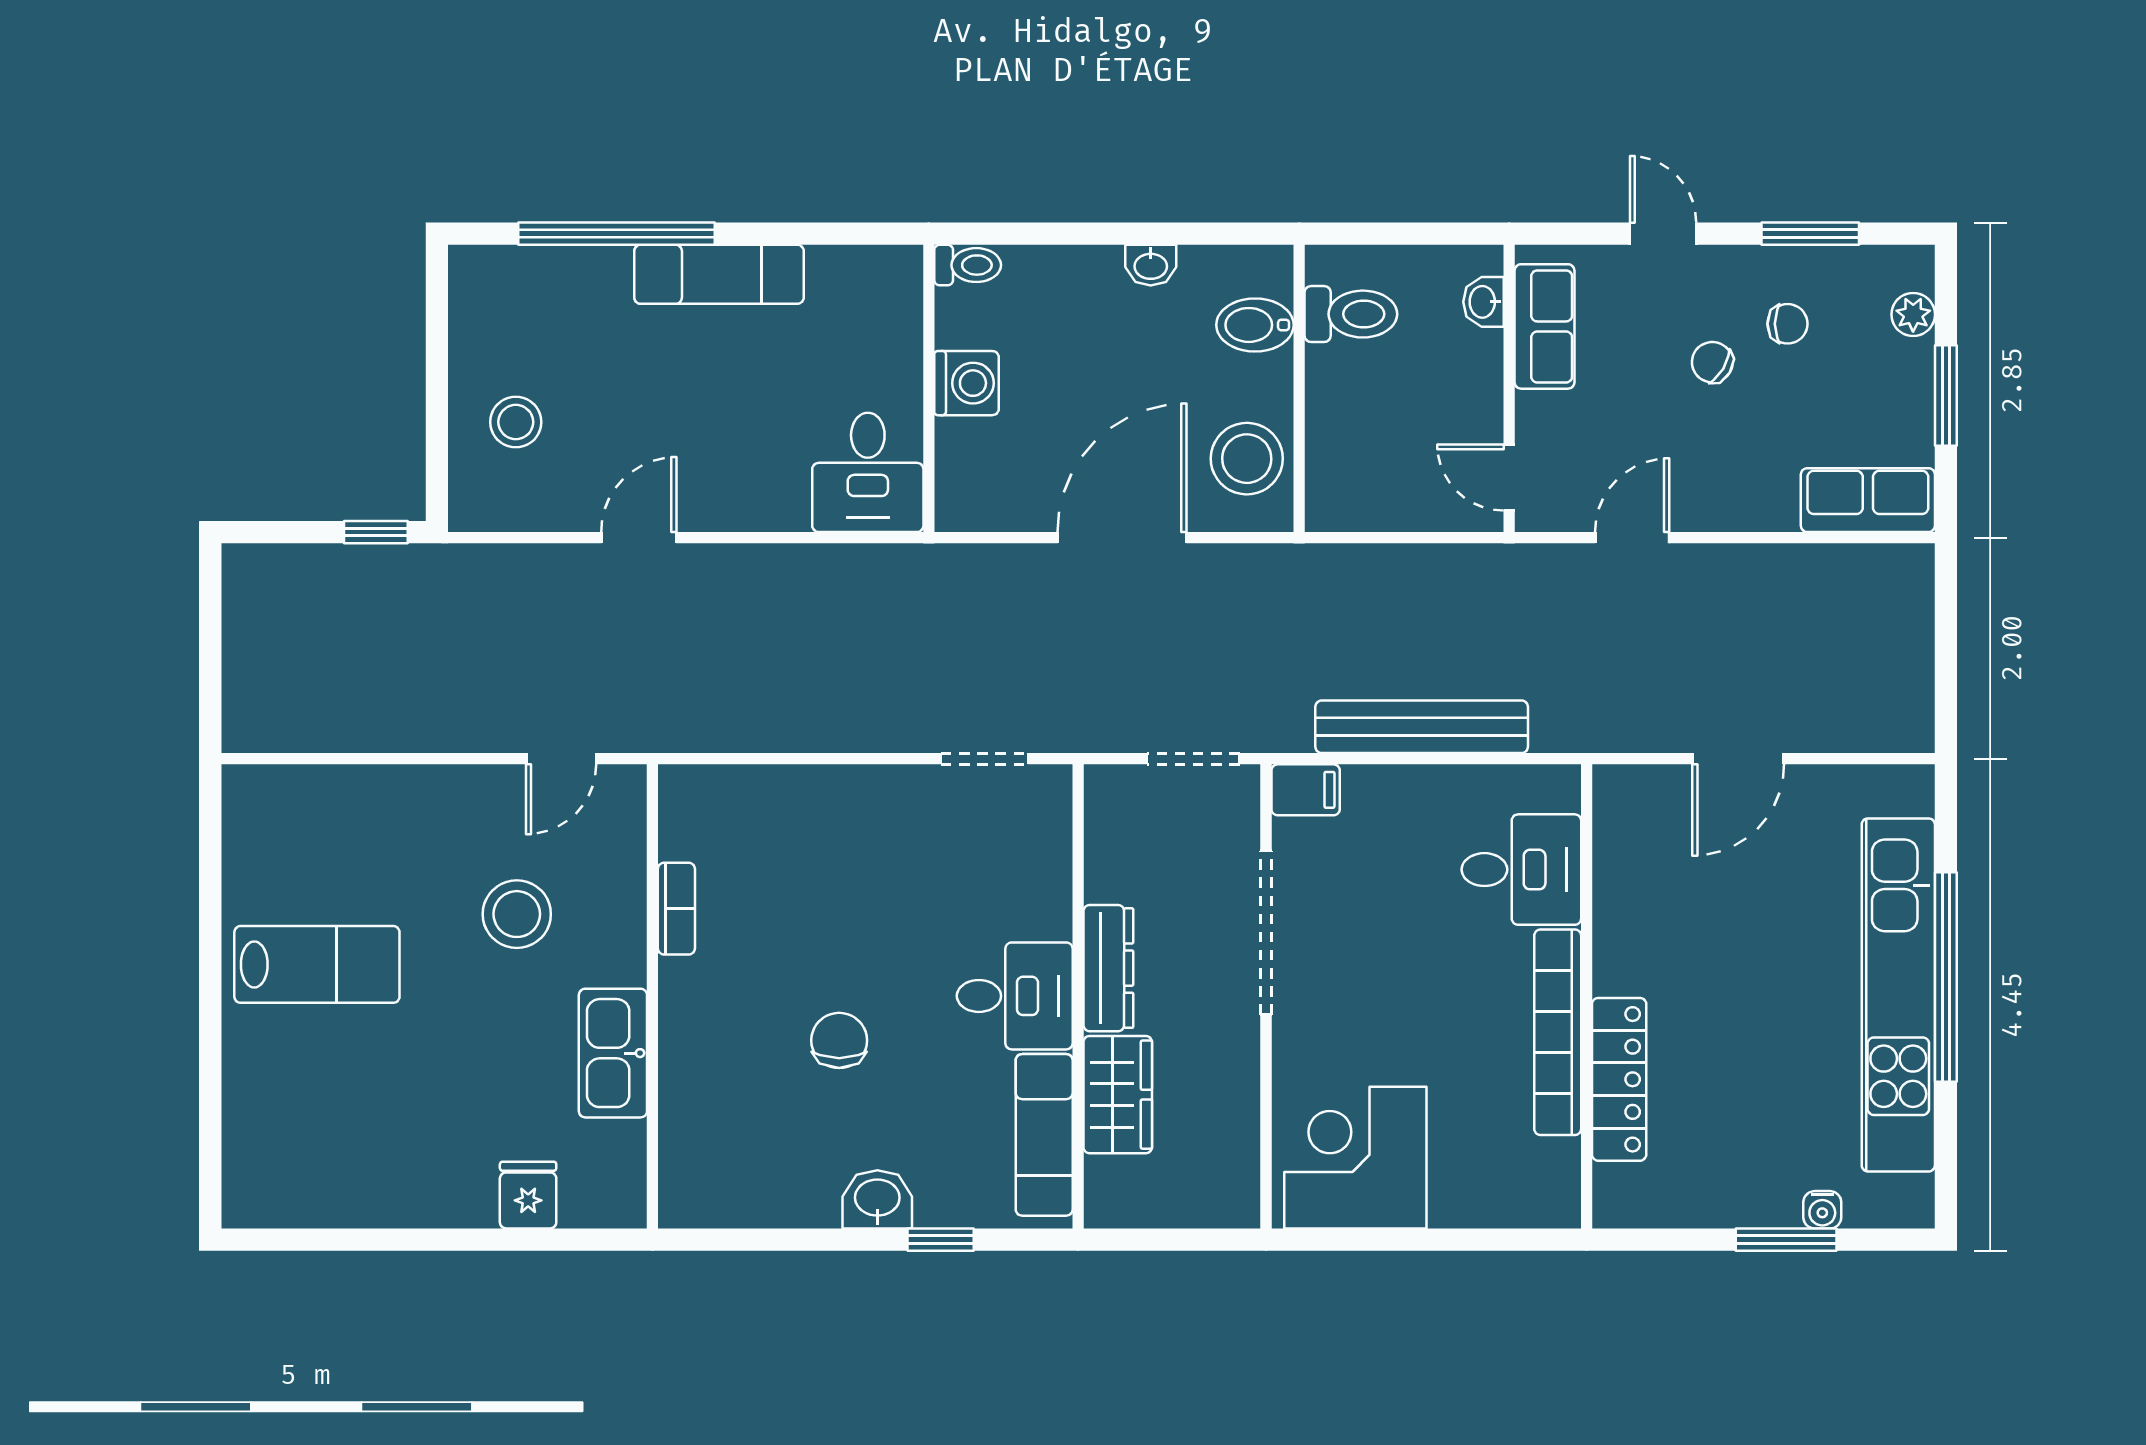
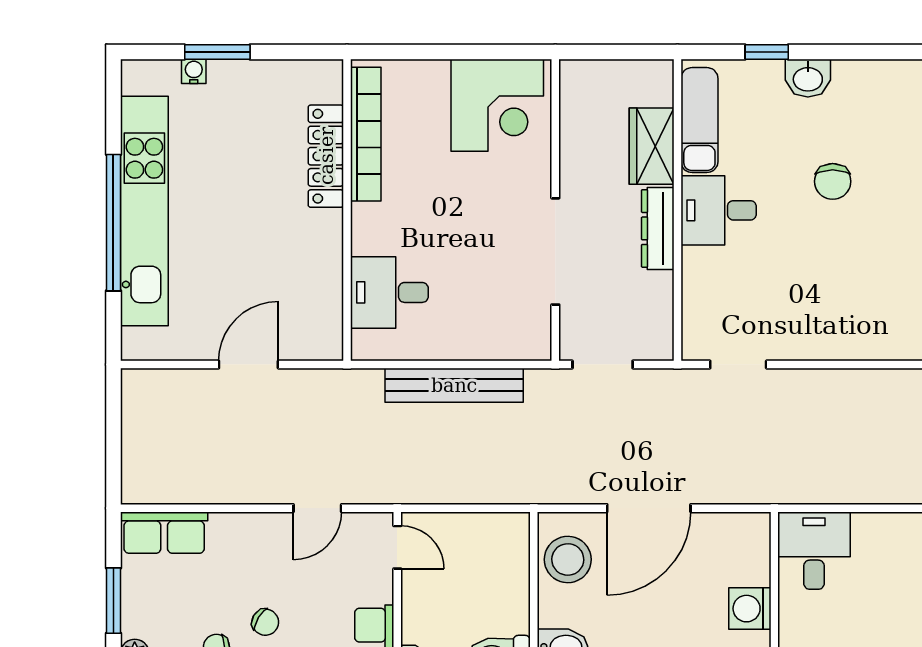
filing cabinet: (1306, 790) -> (530, 344), removed
bookcase: (1558, 1032) -> (366, 134), moved

